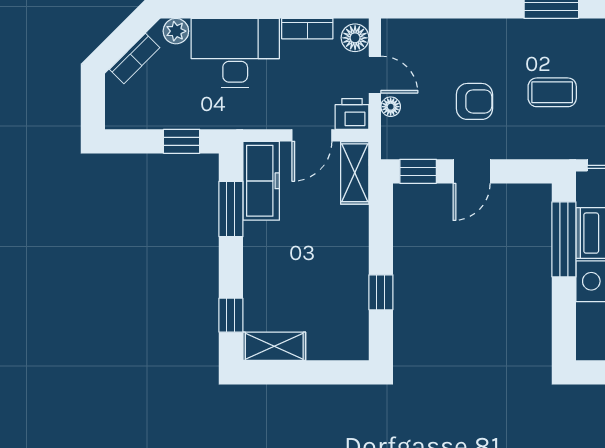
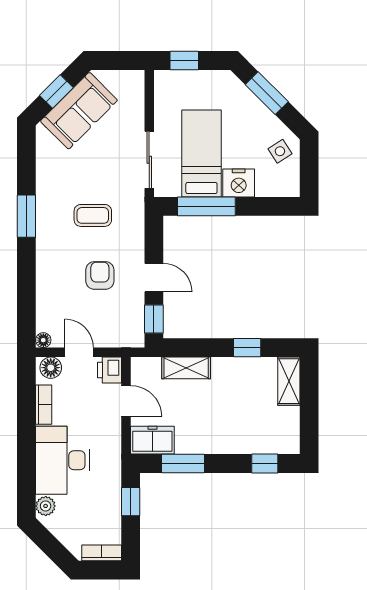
bookcase: (135, 58) -> (102, 553), moved, turned -45
door: (375, 75) -> (79, 352), hinge flipped
coffee table: (552, 92) -> (93, 215), turned 90
floor lamp: (391, 107) -> (43, 340), moved
shelving: (355, 173) -> (186, 368), moved
freezer: (261, 181) -> (152, 440), width x0.71
shelving: (274, 346) -> (289, 381), moved

